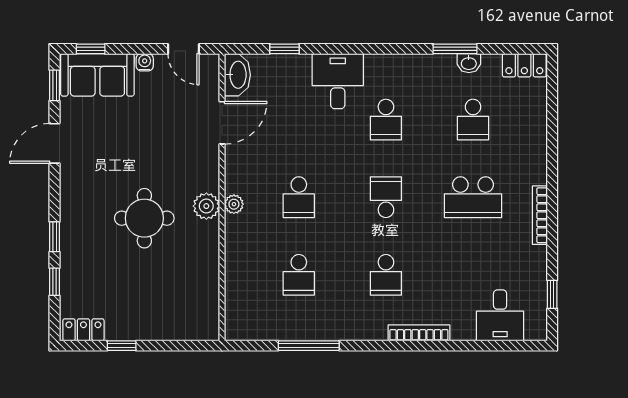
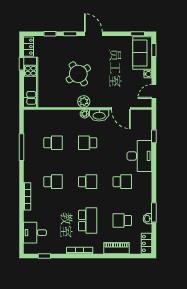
washbasin: (237, 75) -> (99, 115), moved
desk: (338, 81) -> (139, 156), width x1.37
school desk: (386, 120) -> (122, 182), turned 180
piano: (535, 133) -> (116, 248), added
door: (54, 143) -> (93, 34), moved
school desk: (473, 197) -> (88, 221), turned 180
round table: (144, 218) -> (78, 74), turned -33
school desk: (299, 275) -> (53, 143), turned 180
school desk: (386, 275) -> (53, 182), turned 180
kitchen unit: (163, 325) -> (31, 82), added

